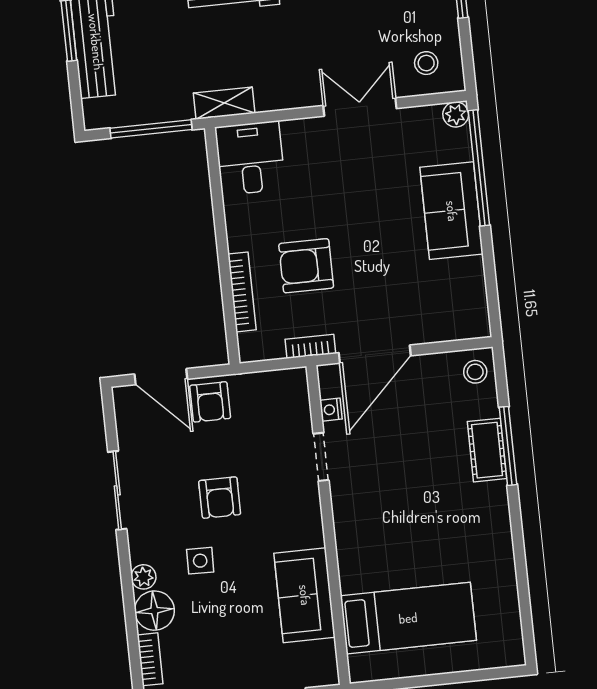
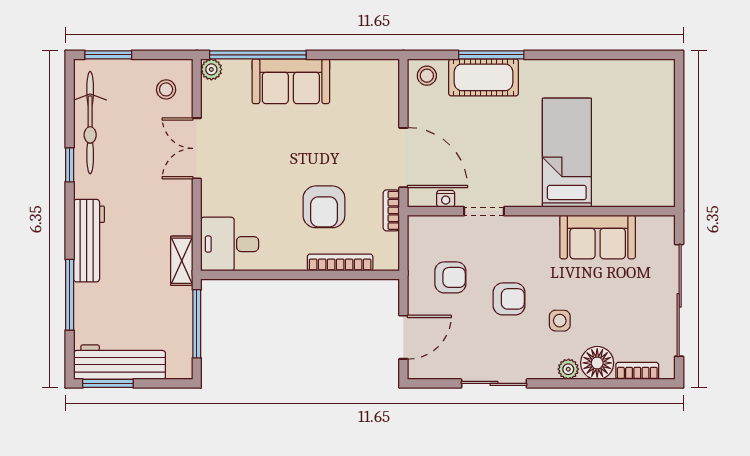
armchair: (210, 402) -> (450, 277), moved
cot: (487, 450) -> (484, 77), width x1.37, depth x1.34
bed: (408, 618) -> (567, 153), moved

